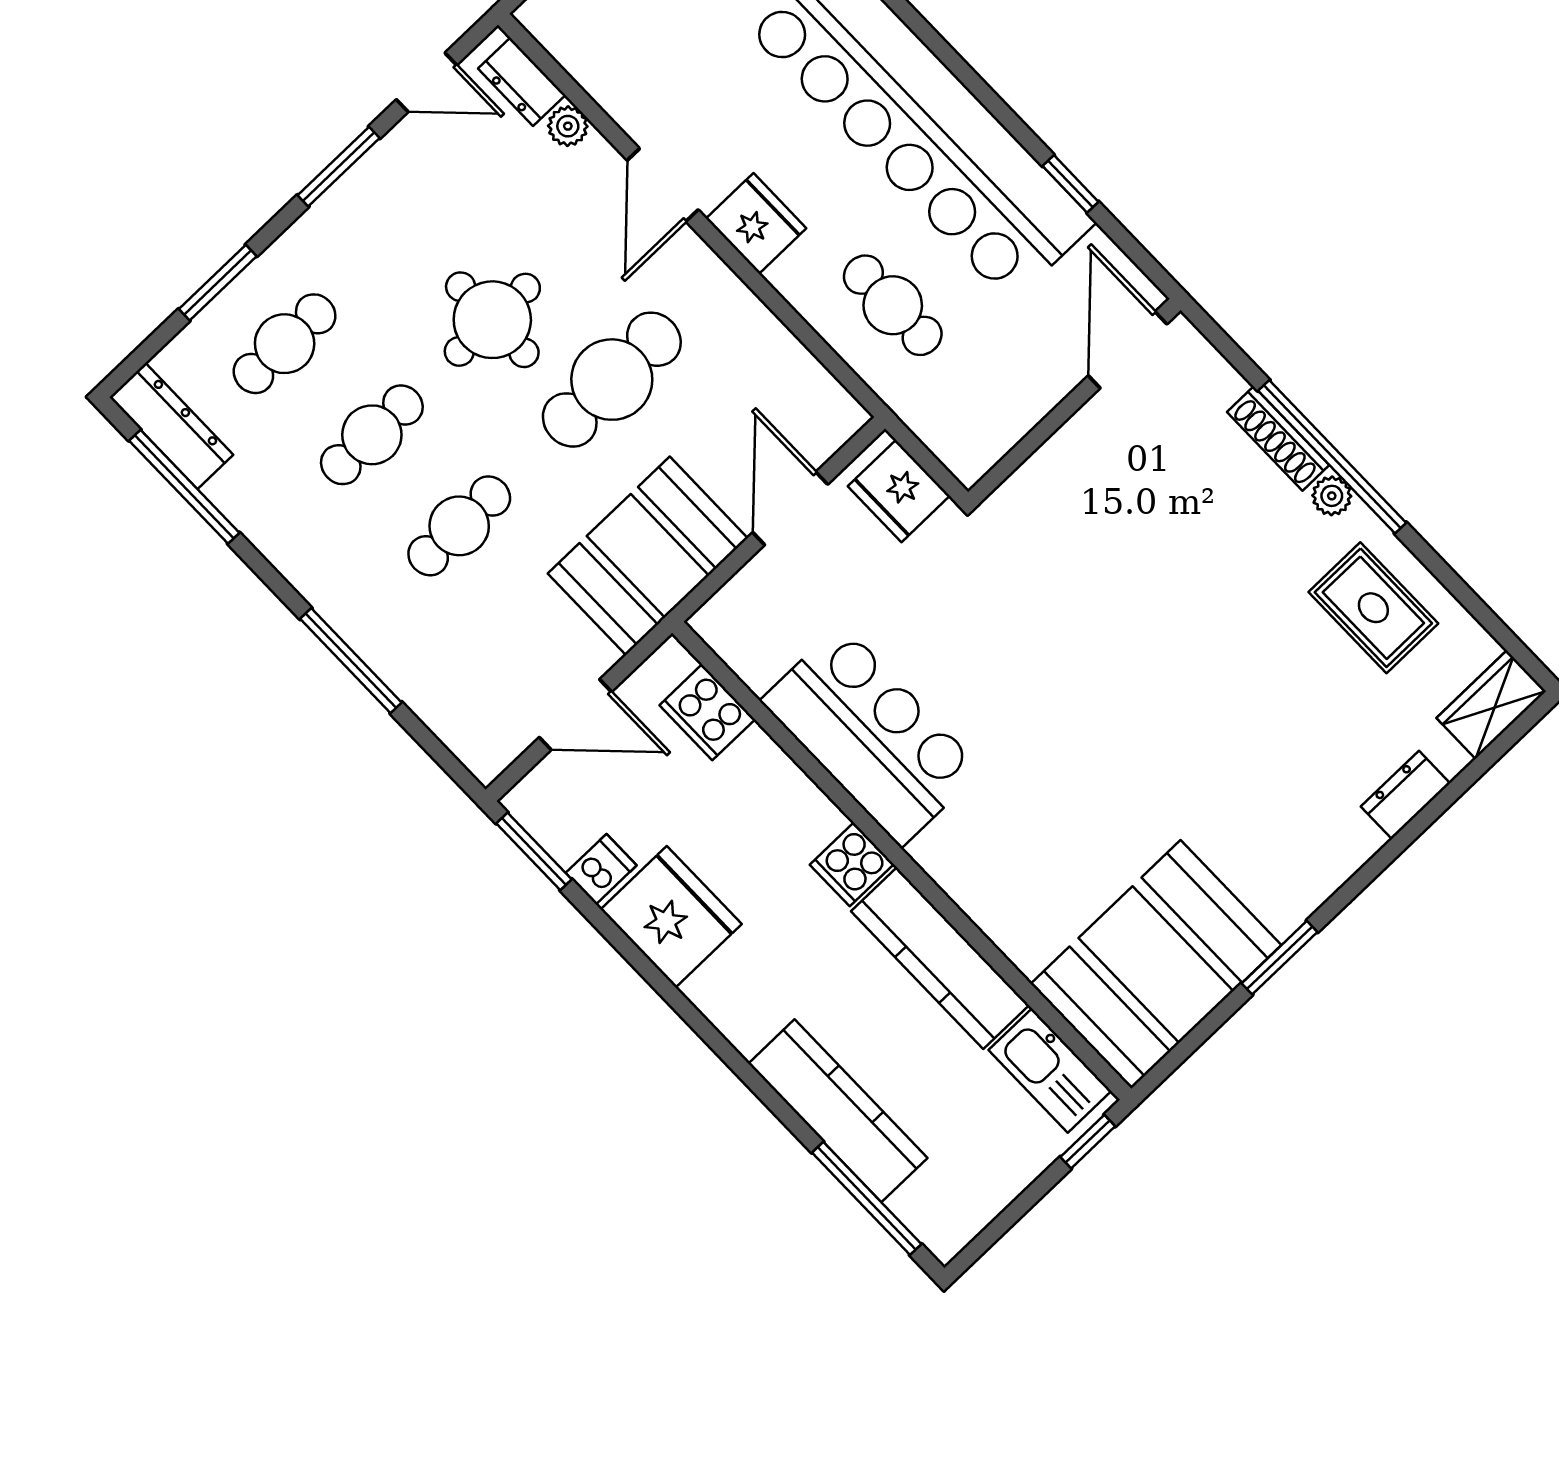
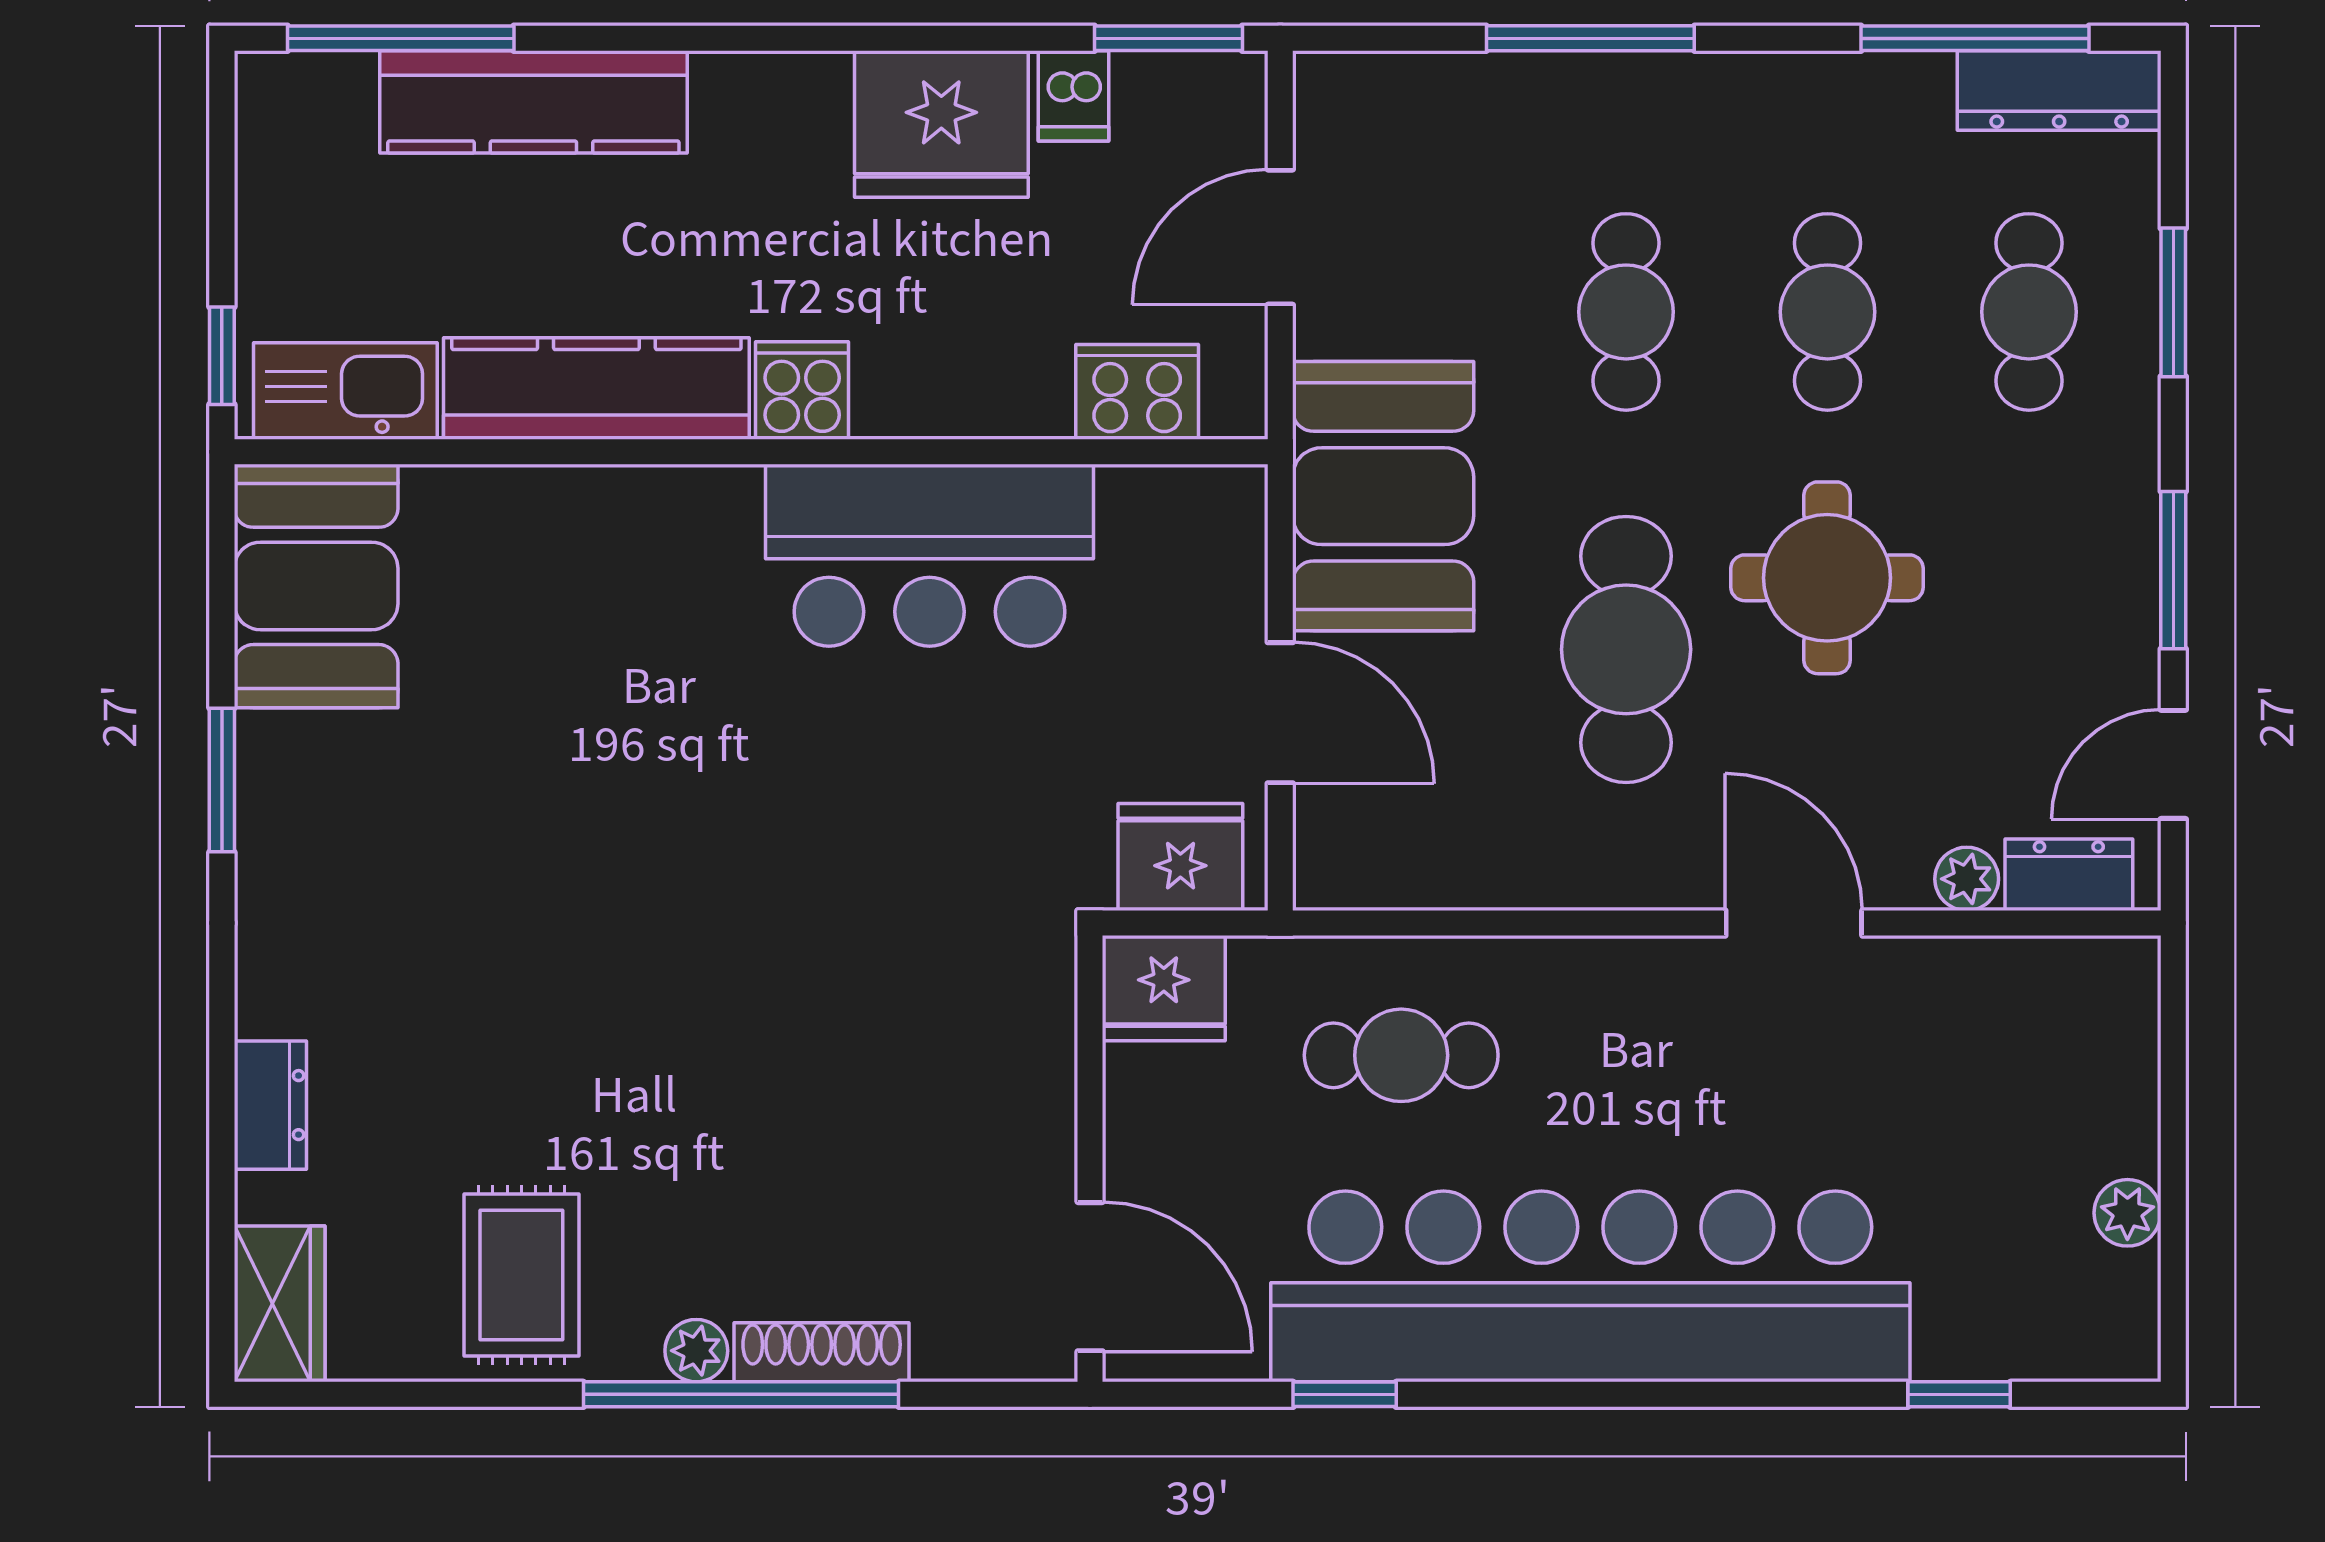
fridge: (756, 223) -> (1164, 988), moved
rug: (1373, 608) -> (521, 1275), turned 90
booth: (1156, 965) -> (316, 586), width x0.73, depth x0.70

